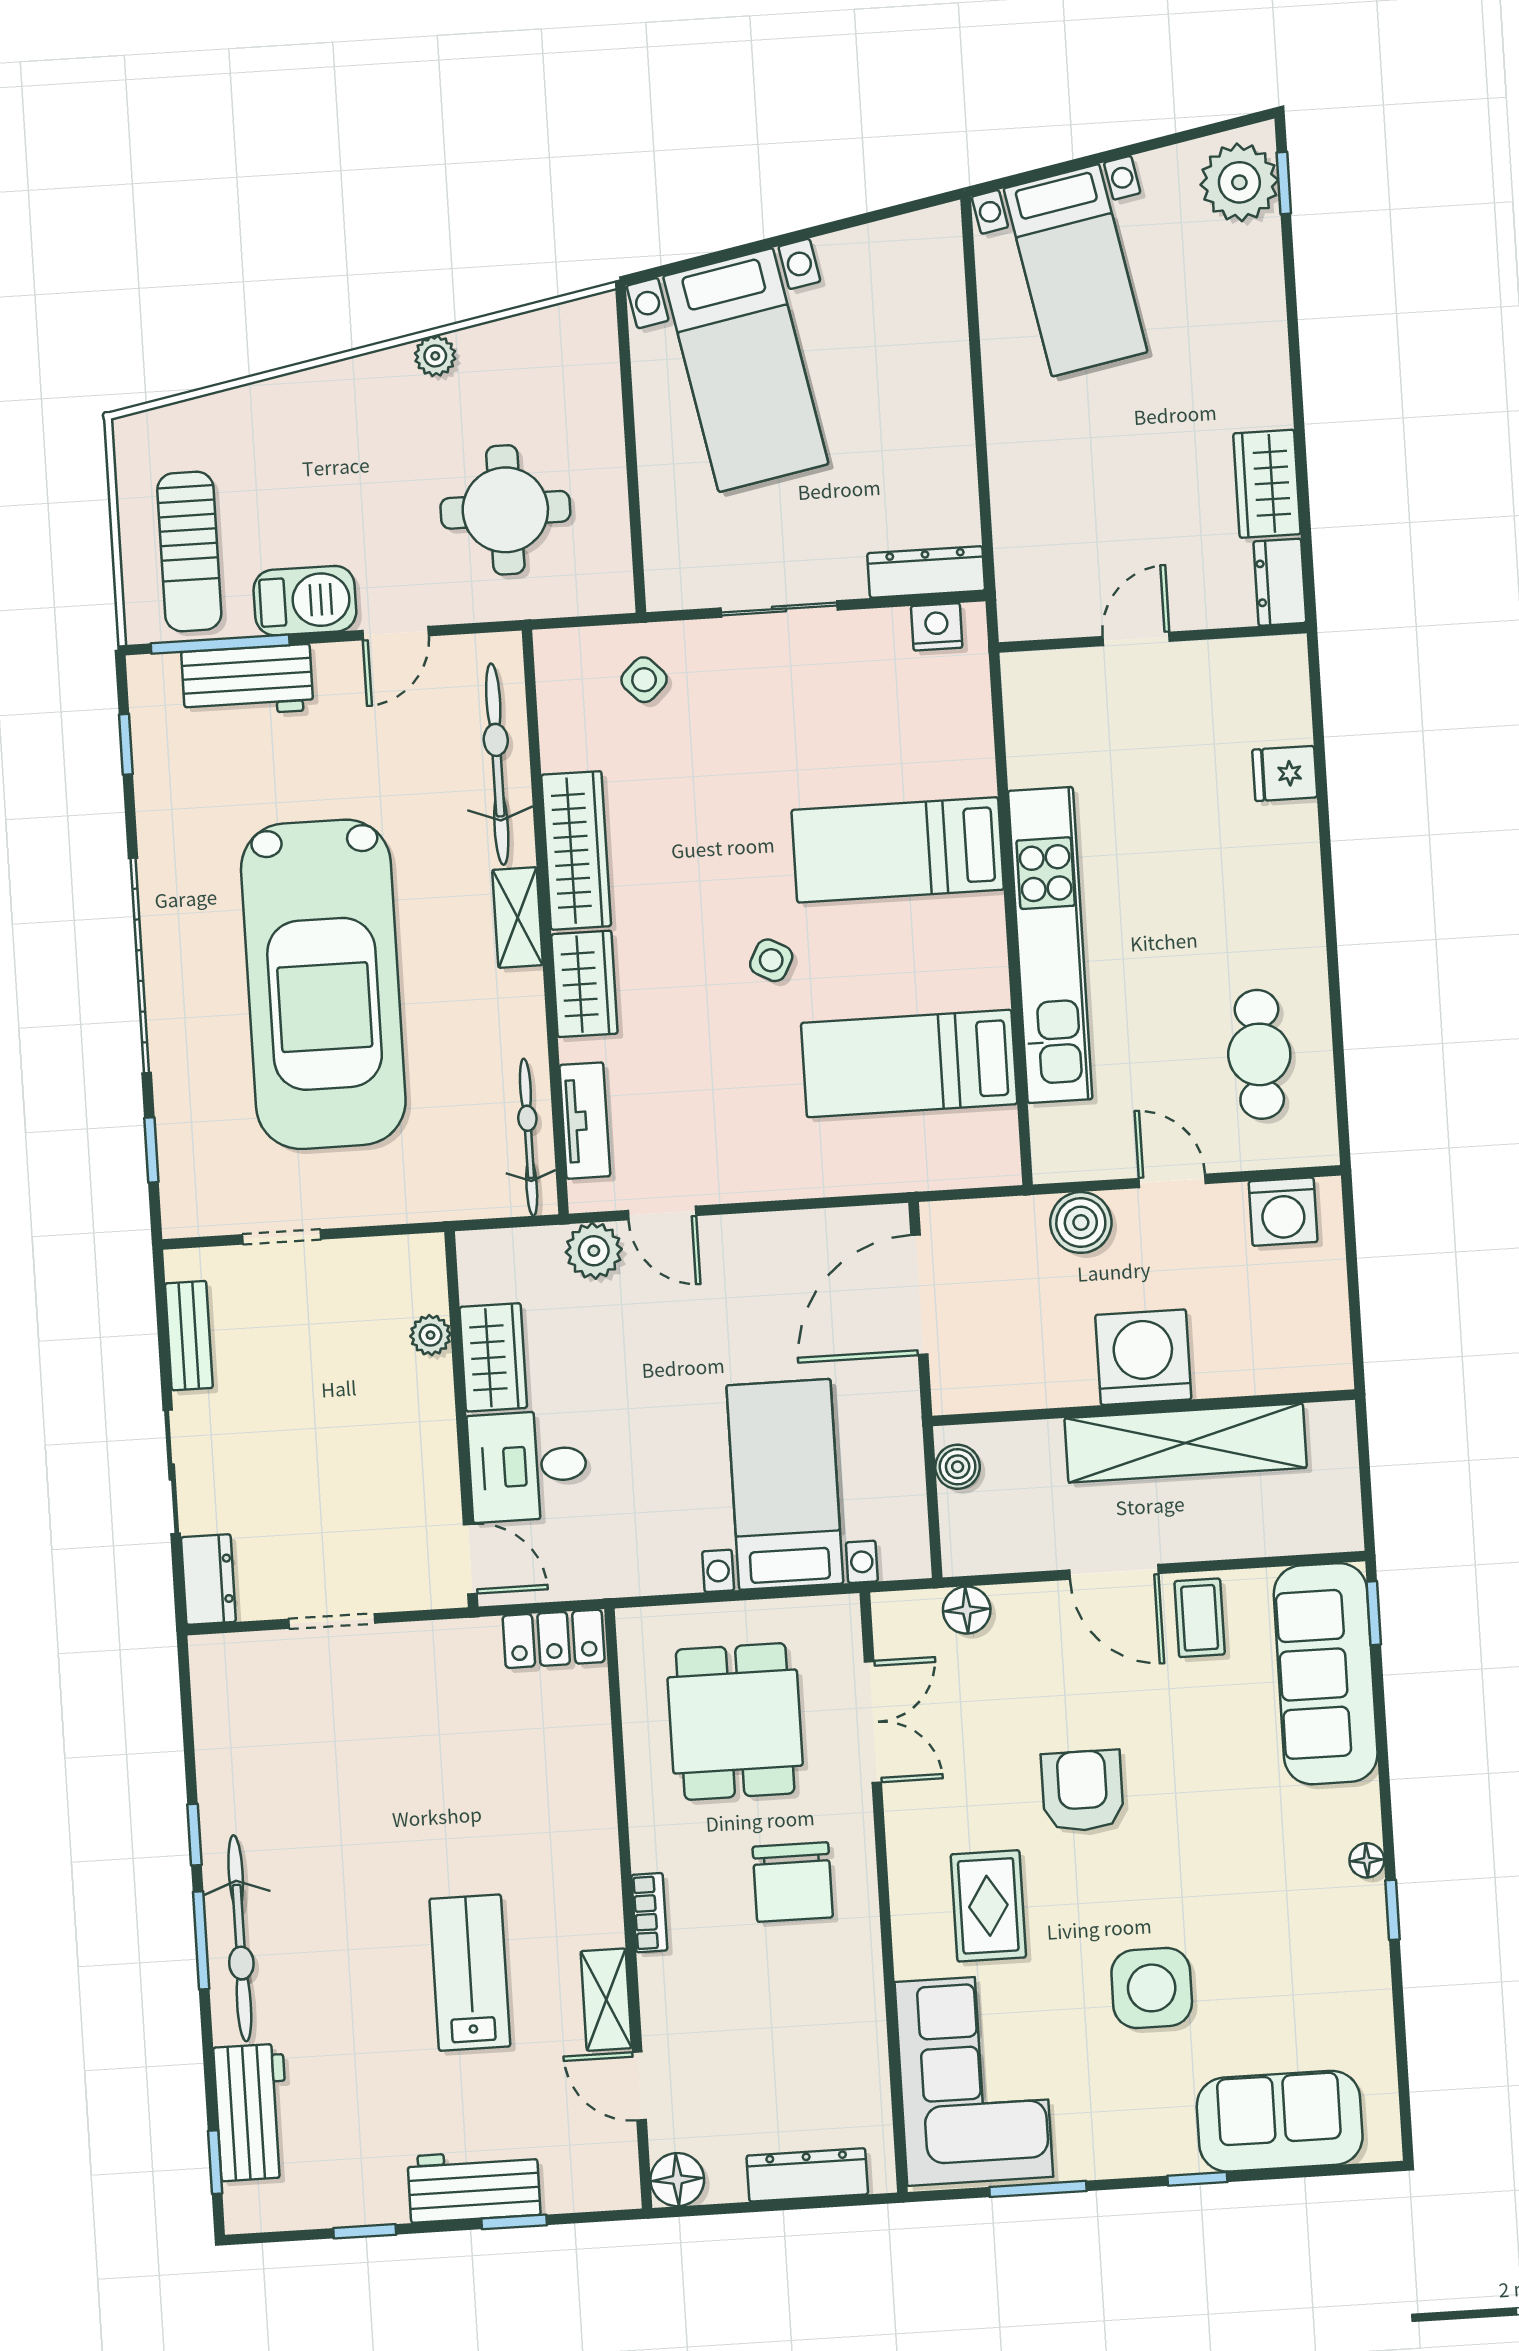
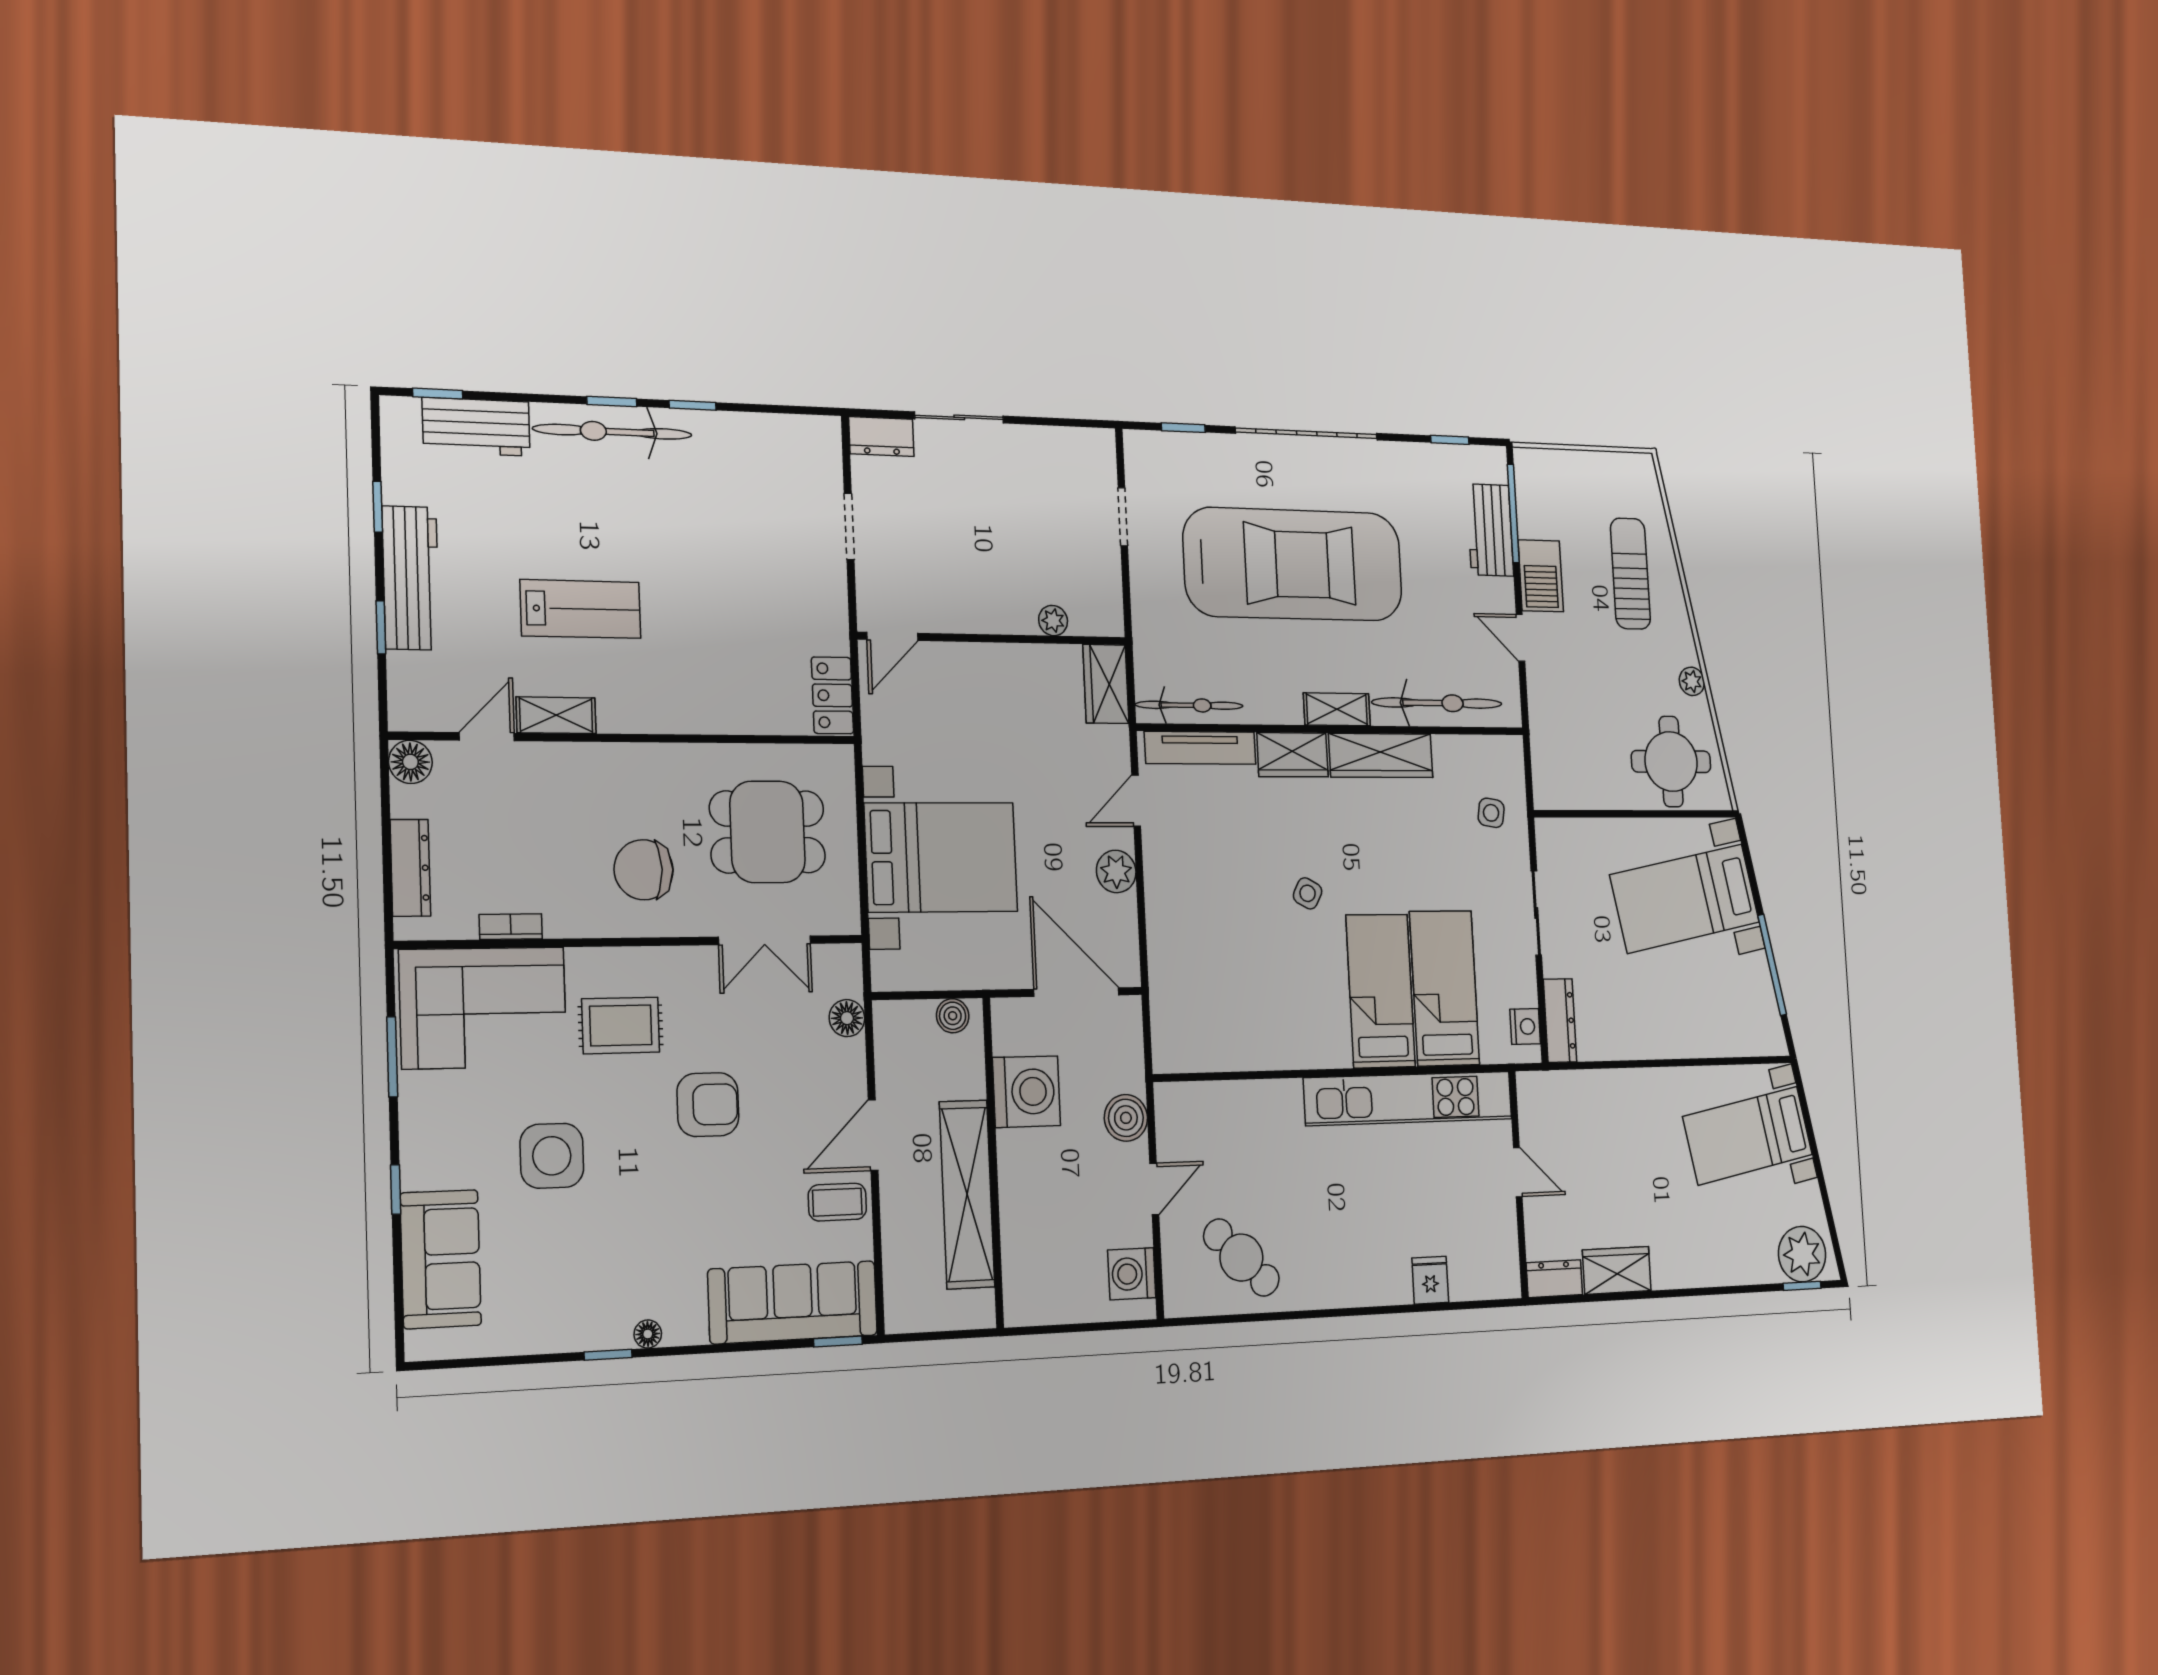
window: (832, 227) -> (1772, 965), added
round table: (505, 510) -> (1671, 762), moved
sun lounger: (189, 551) -> (1630, 574), moved, turned 90
side table: (644, 680) -> (1491, 813), turned -37
kitchen unit: (1050, 945) -> (1409, 1098), moved
car: (323, 984) -> (1293, 564), turned 180
cafe table: (1259, 1054) -> (1241, 1258), turned 44
bed: (909, 1063) -> (1445, 988), moved
tv unit: (585, 1121) -> (1200, 748), width x1.41
plant: (594, 1251) -> (1116, 871), moved
bench: (189, 1336) -> (1055, 441), removed
wardrobe: (493, 1357) -> (1106, 684), moved, turned 90
washing machine: (1143, 1357) -> (1027, 1092), moved
desk: (528, 1466) -> (959, 686), removed
bed with nightstands: (785, 1484) -> (941, 857), width x1.36
bookcase: (649, 1913) -> (511, 927), moved, turned 180
window: (201, 1940) -> (612, 402), width x0.67
workbench: (474, 2186) -> (411, 578), width x1.38

